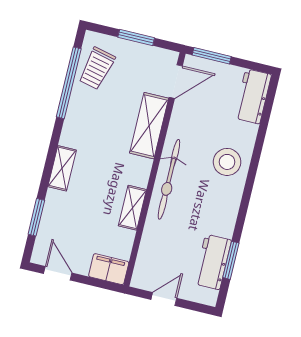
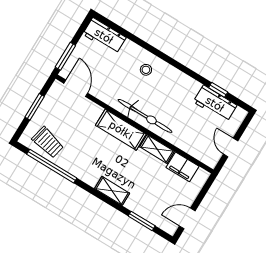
shelving: (149, 126) -> (121, 130), moved
stool: (227, 162) -> (146, 70), width x0.53, depth x0.53
window: (231, 260) -> (218, 90), width x0.67
filing cabinet: (109, 269) -> (182, 167), moved, turned -90

